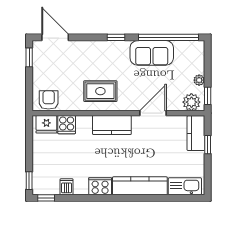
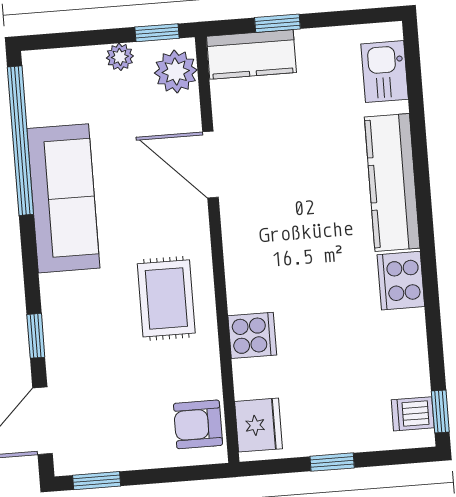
window: (116, 37) -> (36, 336), moved
sofa: (152, 53) -> (63, 198), width x1.36
cooker: (67, 125) -> (252, 335), moved
kitchen counter: (112, 125) -> (248, 263), removed
window: (29, 181) -> (332, 462), moved
kitchen sink: (185, 186) -> (385, 72), width x0.73
dishwasher: (67, 187) -> (413, 414), moved

